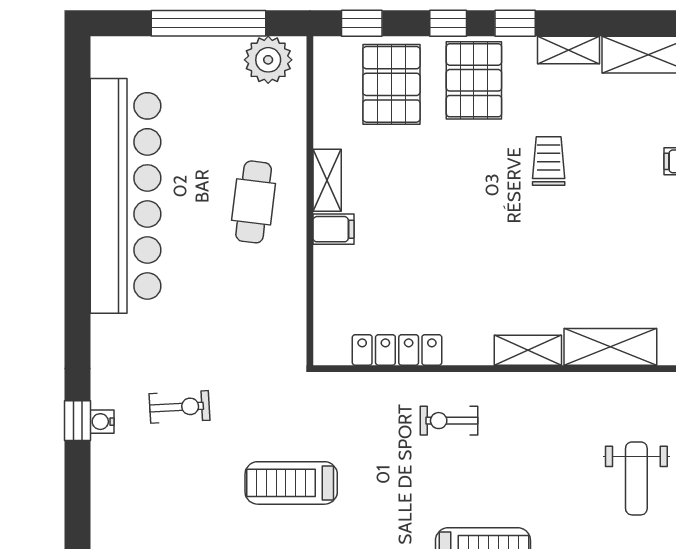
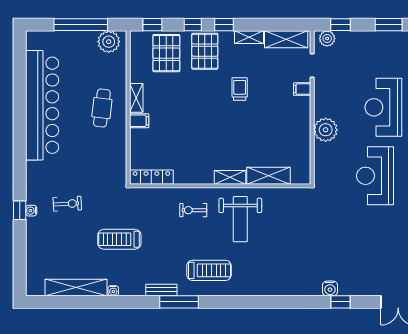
locker: (397, 350) -> (151, 177), moved
weight bench: (636, 478) -> (240, 219), moved, width x1.36, depth x1.33

